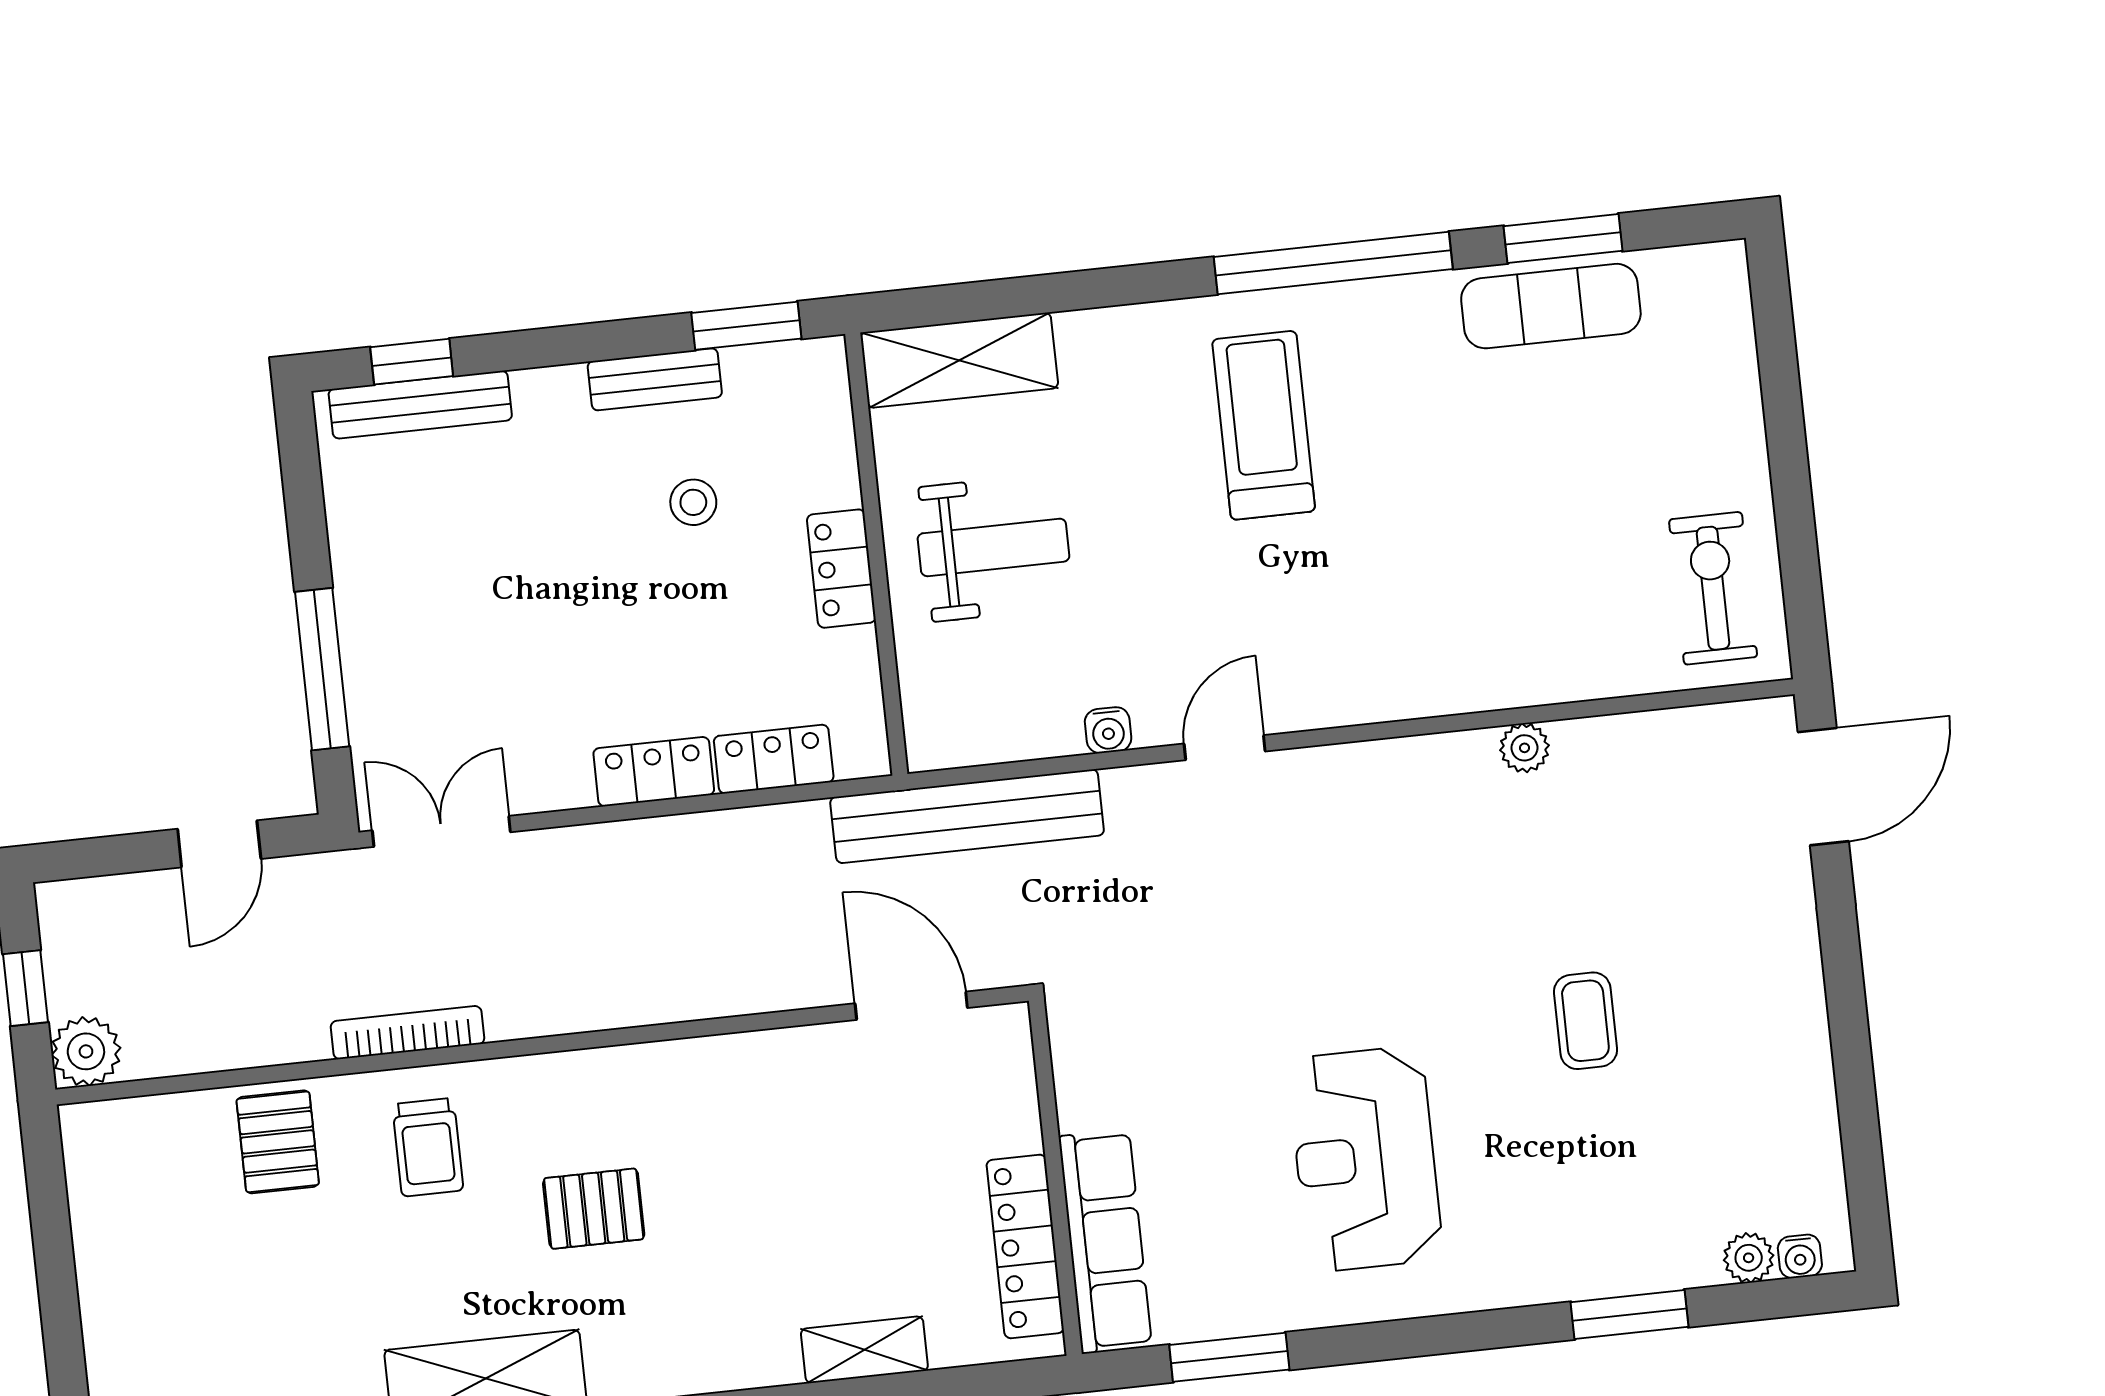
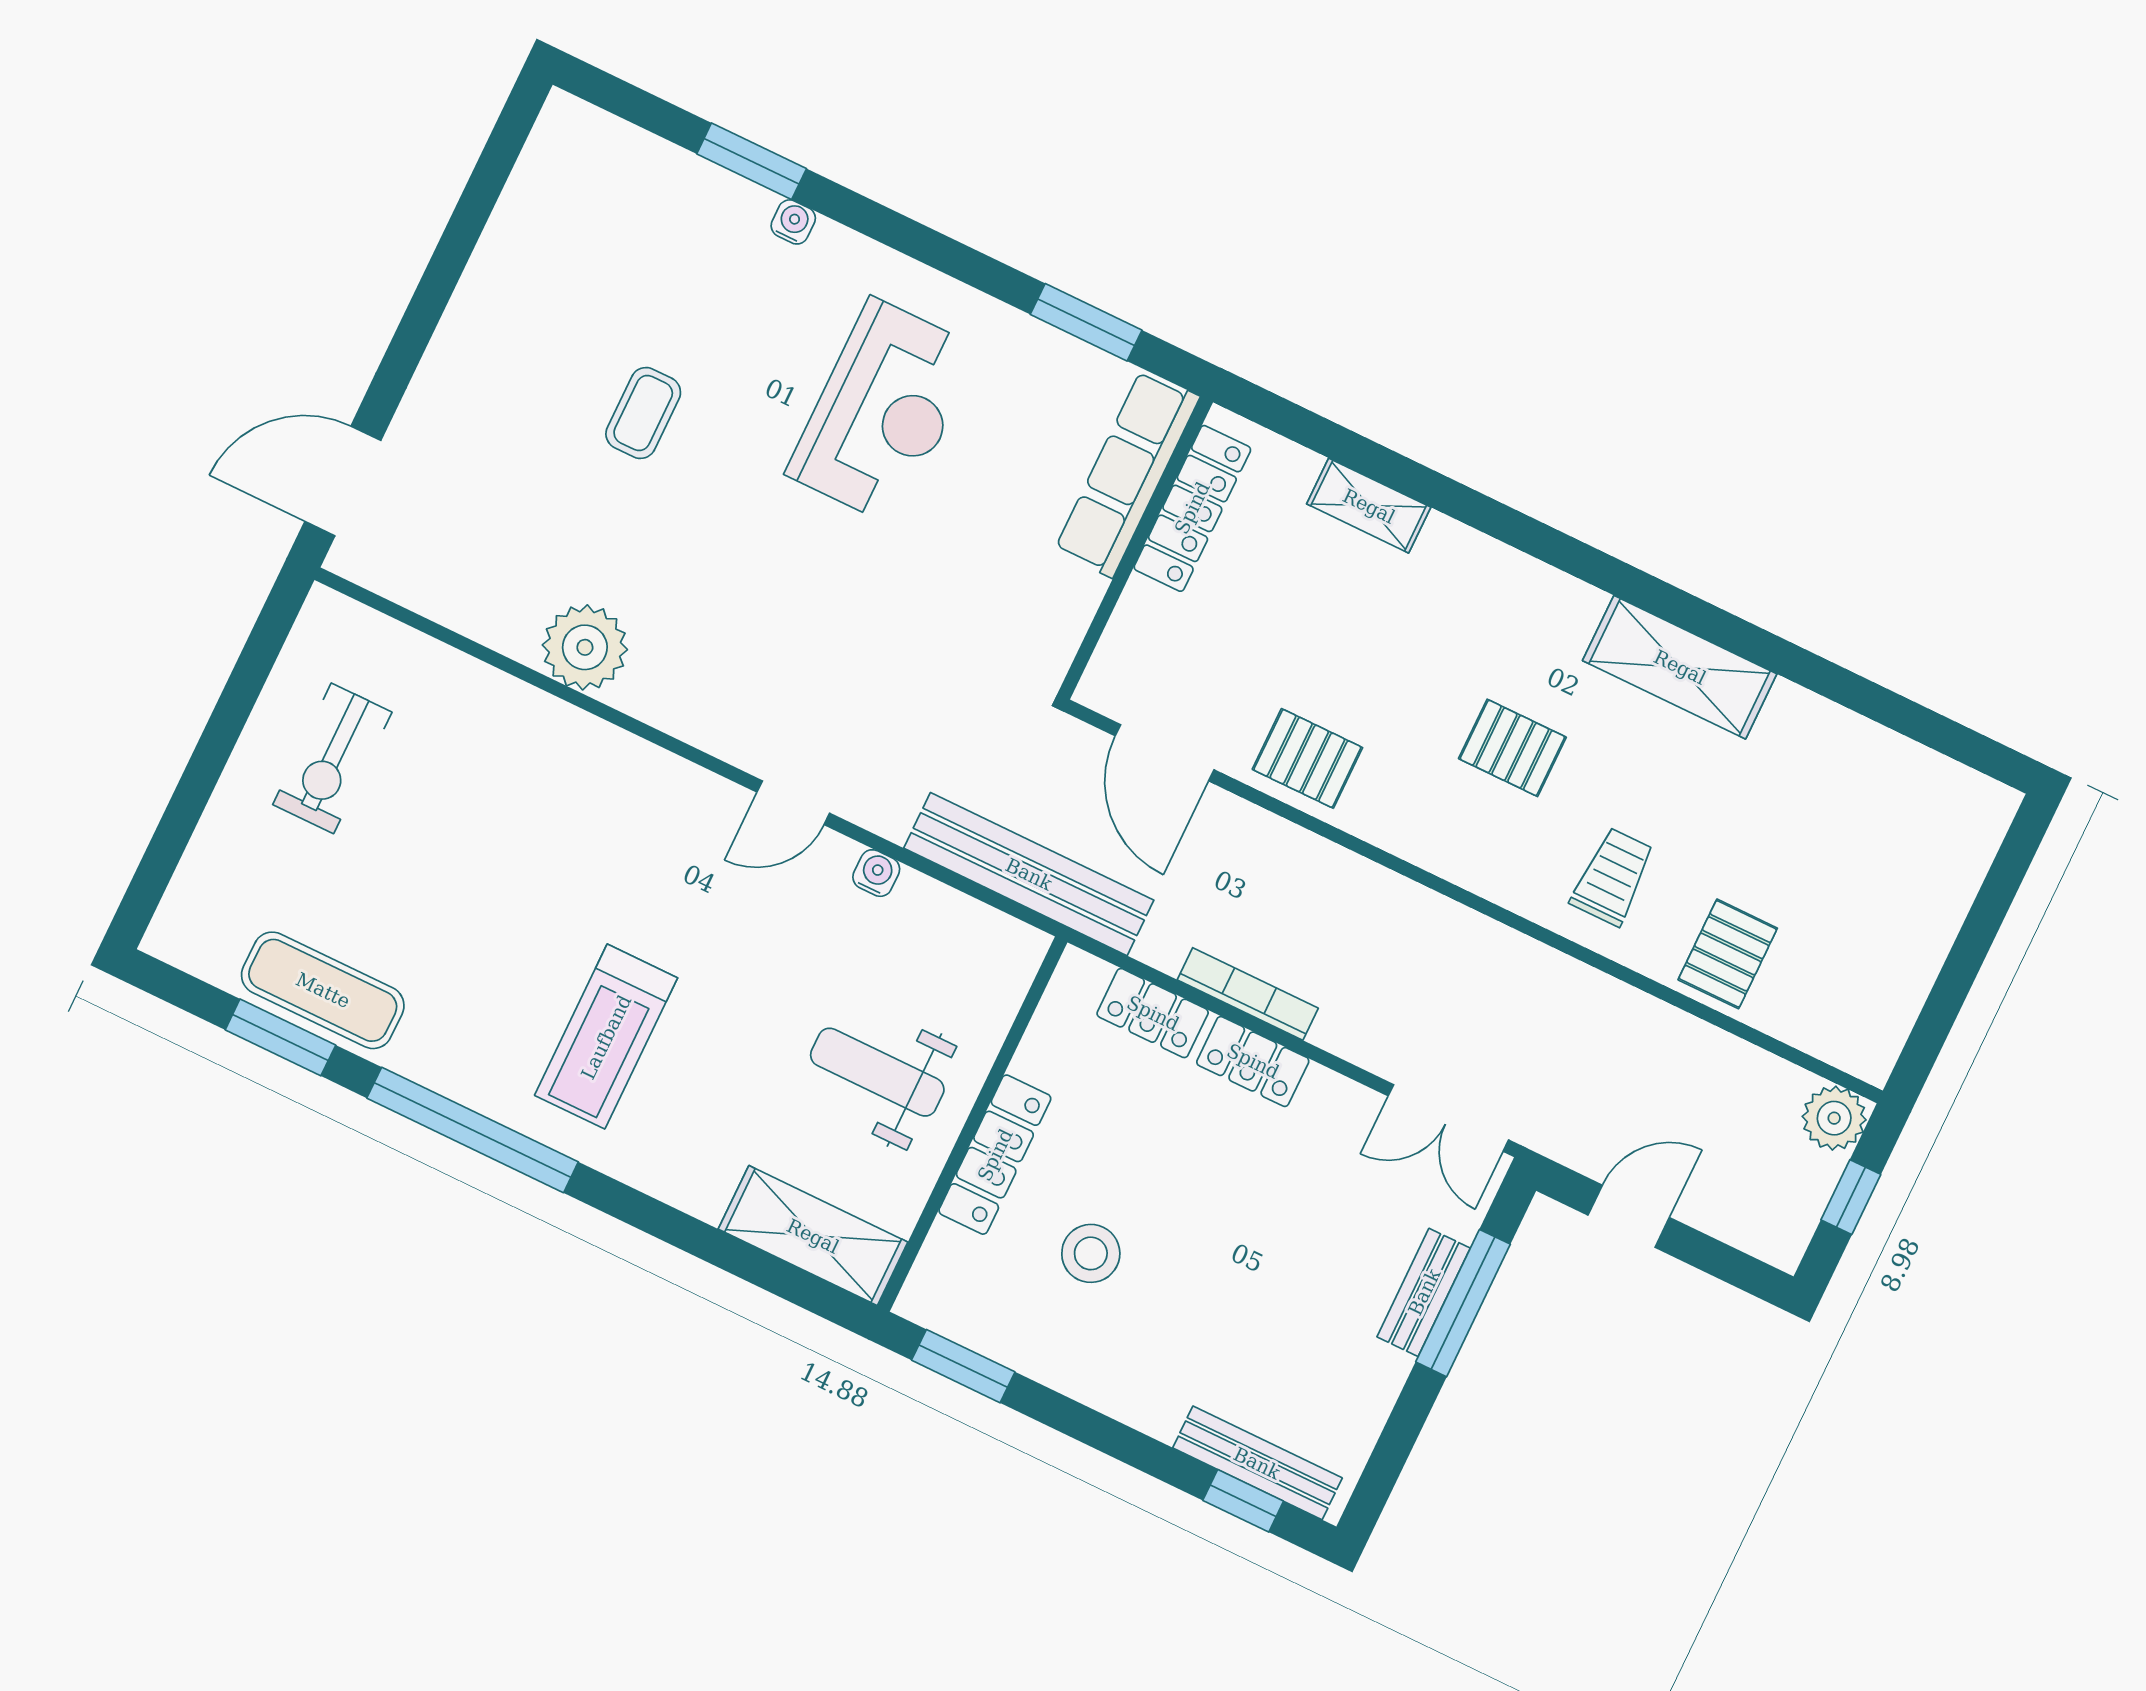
bench: (655, 379) -> (1424, 1292), moved, turned 90
stool: (693, 502) -> (1091, 1253), width x1.37, depth x1.37
locker: (841, 569) -> (995, 1155), width x1.53
exercise bike: (1713, 588) -> (332, 758), moved
plant: (1525, 748) -> (585, 647), width x1.88, depth x1.88
bookcase: (408, 1033) -> (1248, 994), moved, turned 180
pallet: (776, 1082) -> (1307, 758), added
water cooler: (1800, 1256) -> (793, 222), moved
plant: (1749, 1258) -> (631, 148), removed

